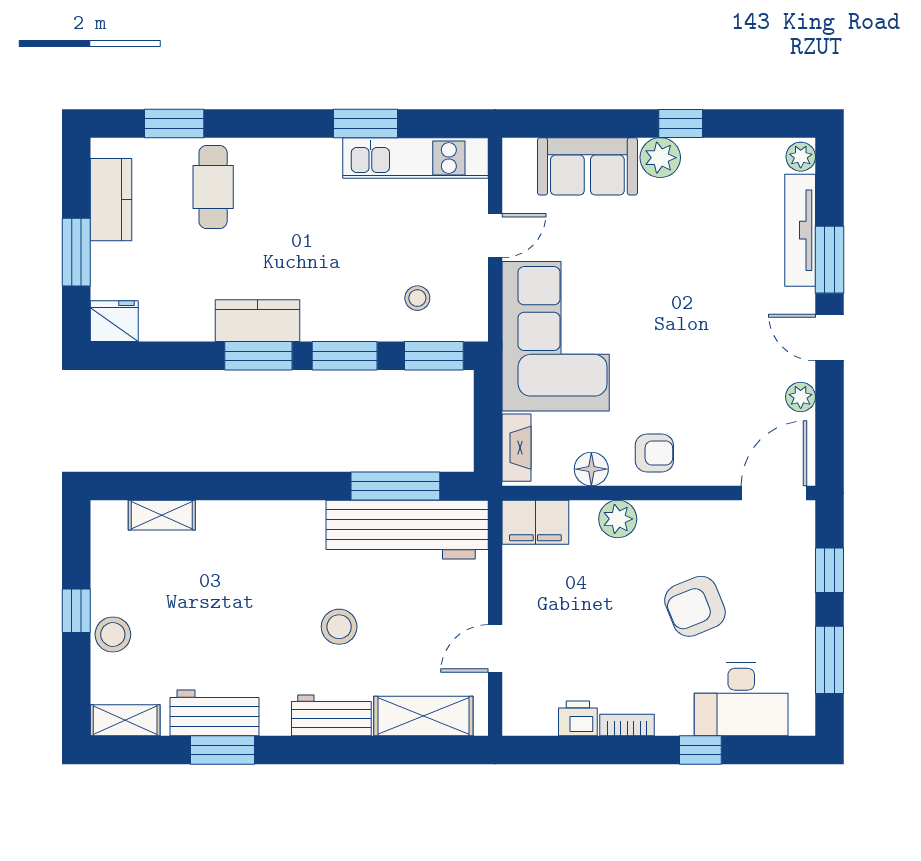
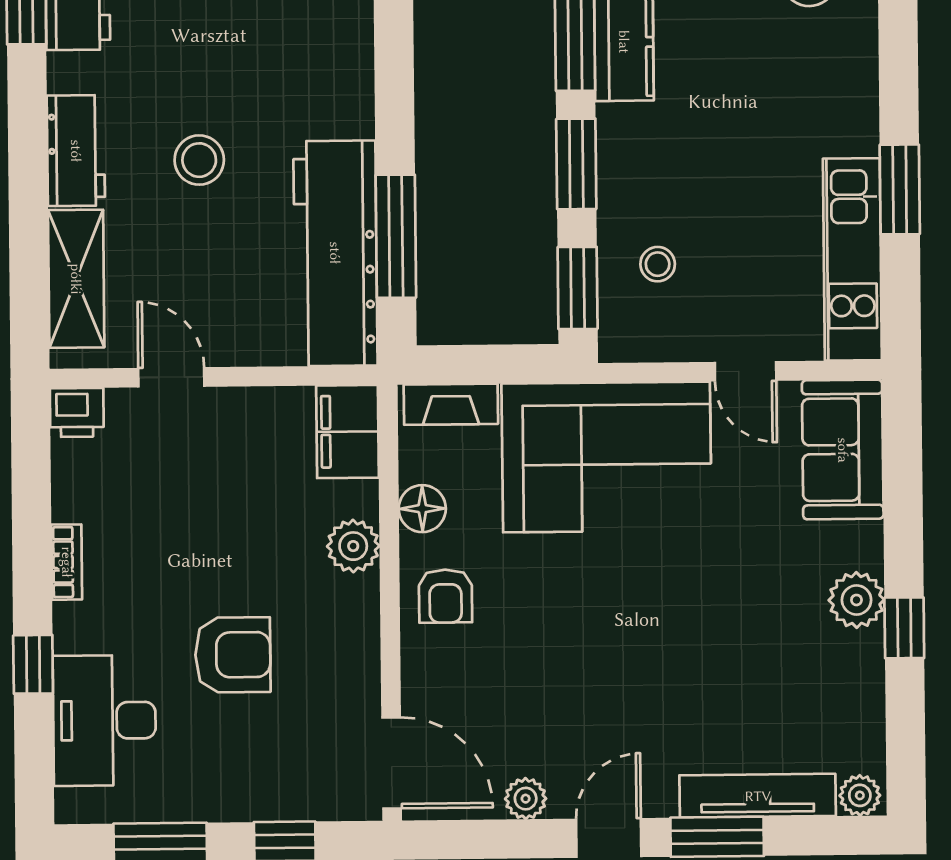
sofa: (587, 166) -> (843, 450), moved
armchair: (695, 606) -> (233, 655), turned 112
printer: (578, 718) -> (77, 412), moved, turned 90

